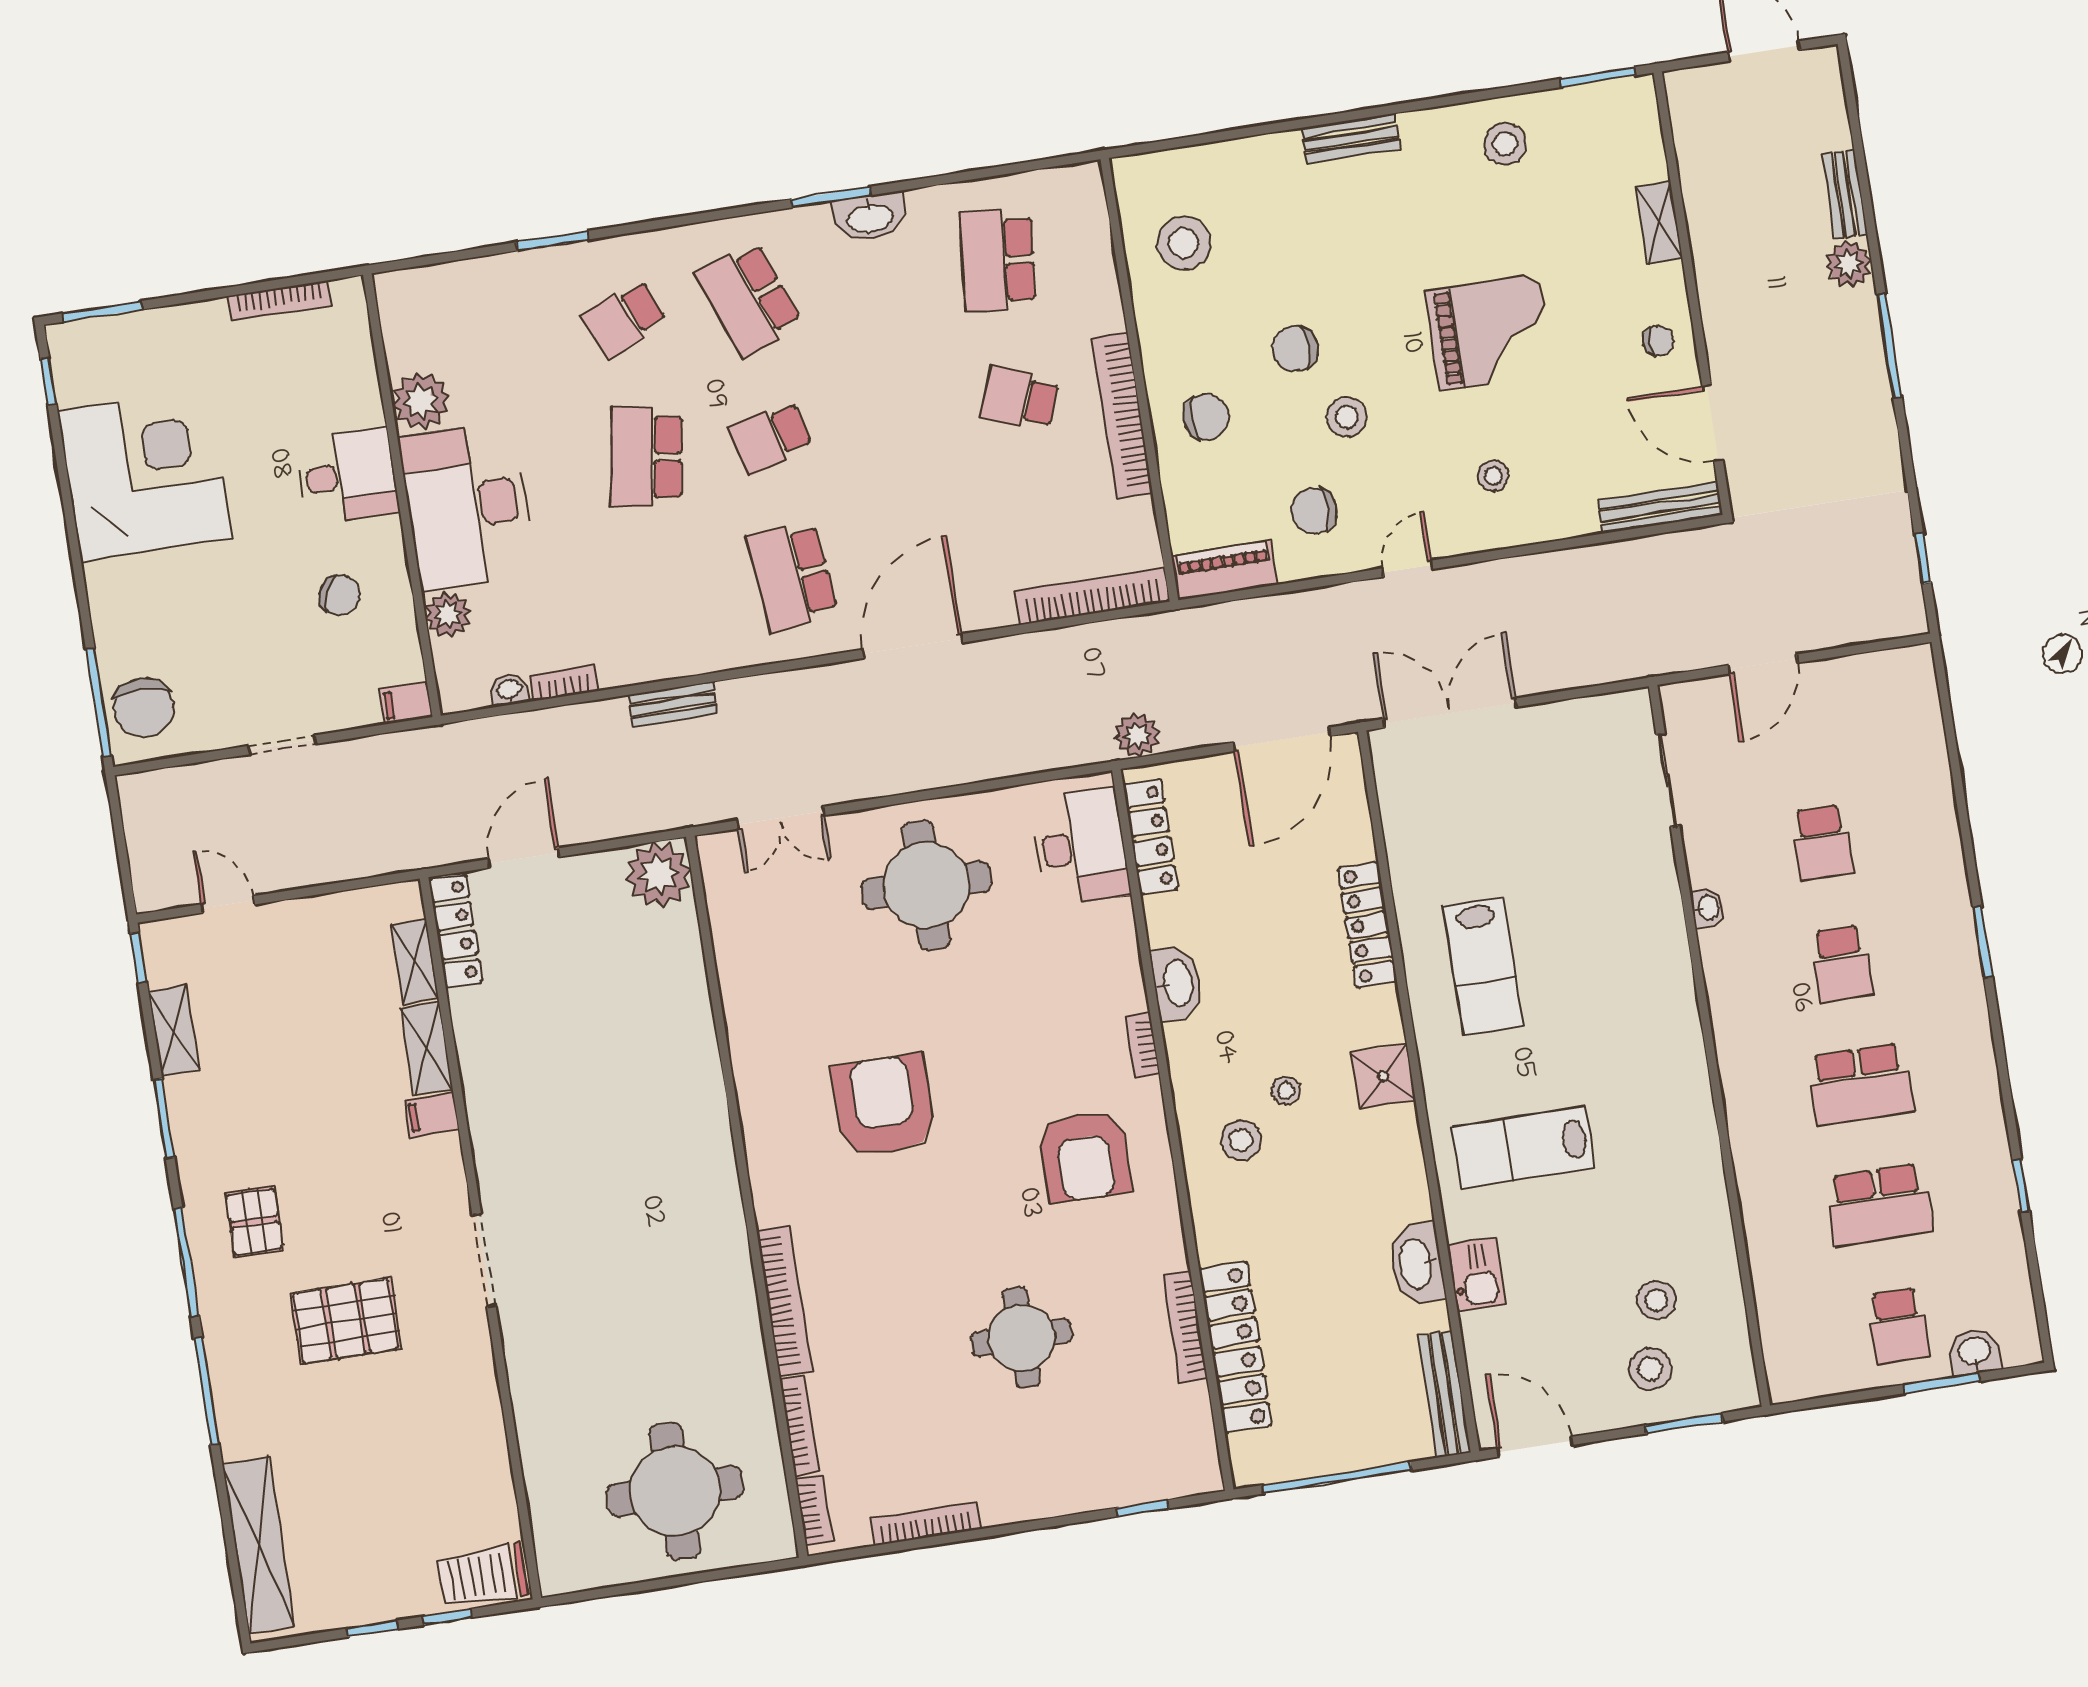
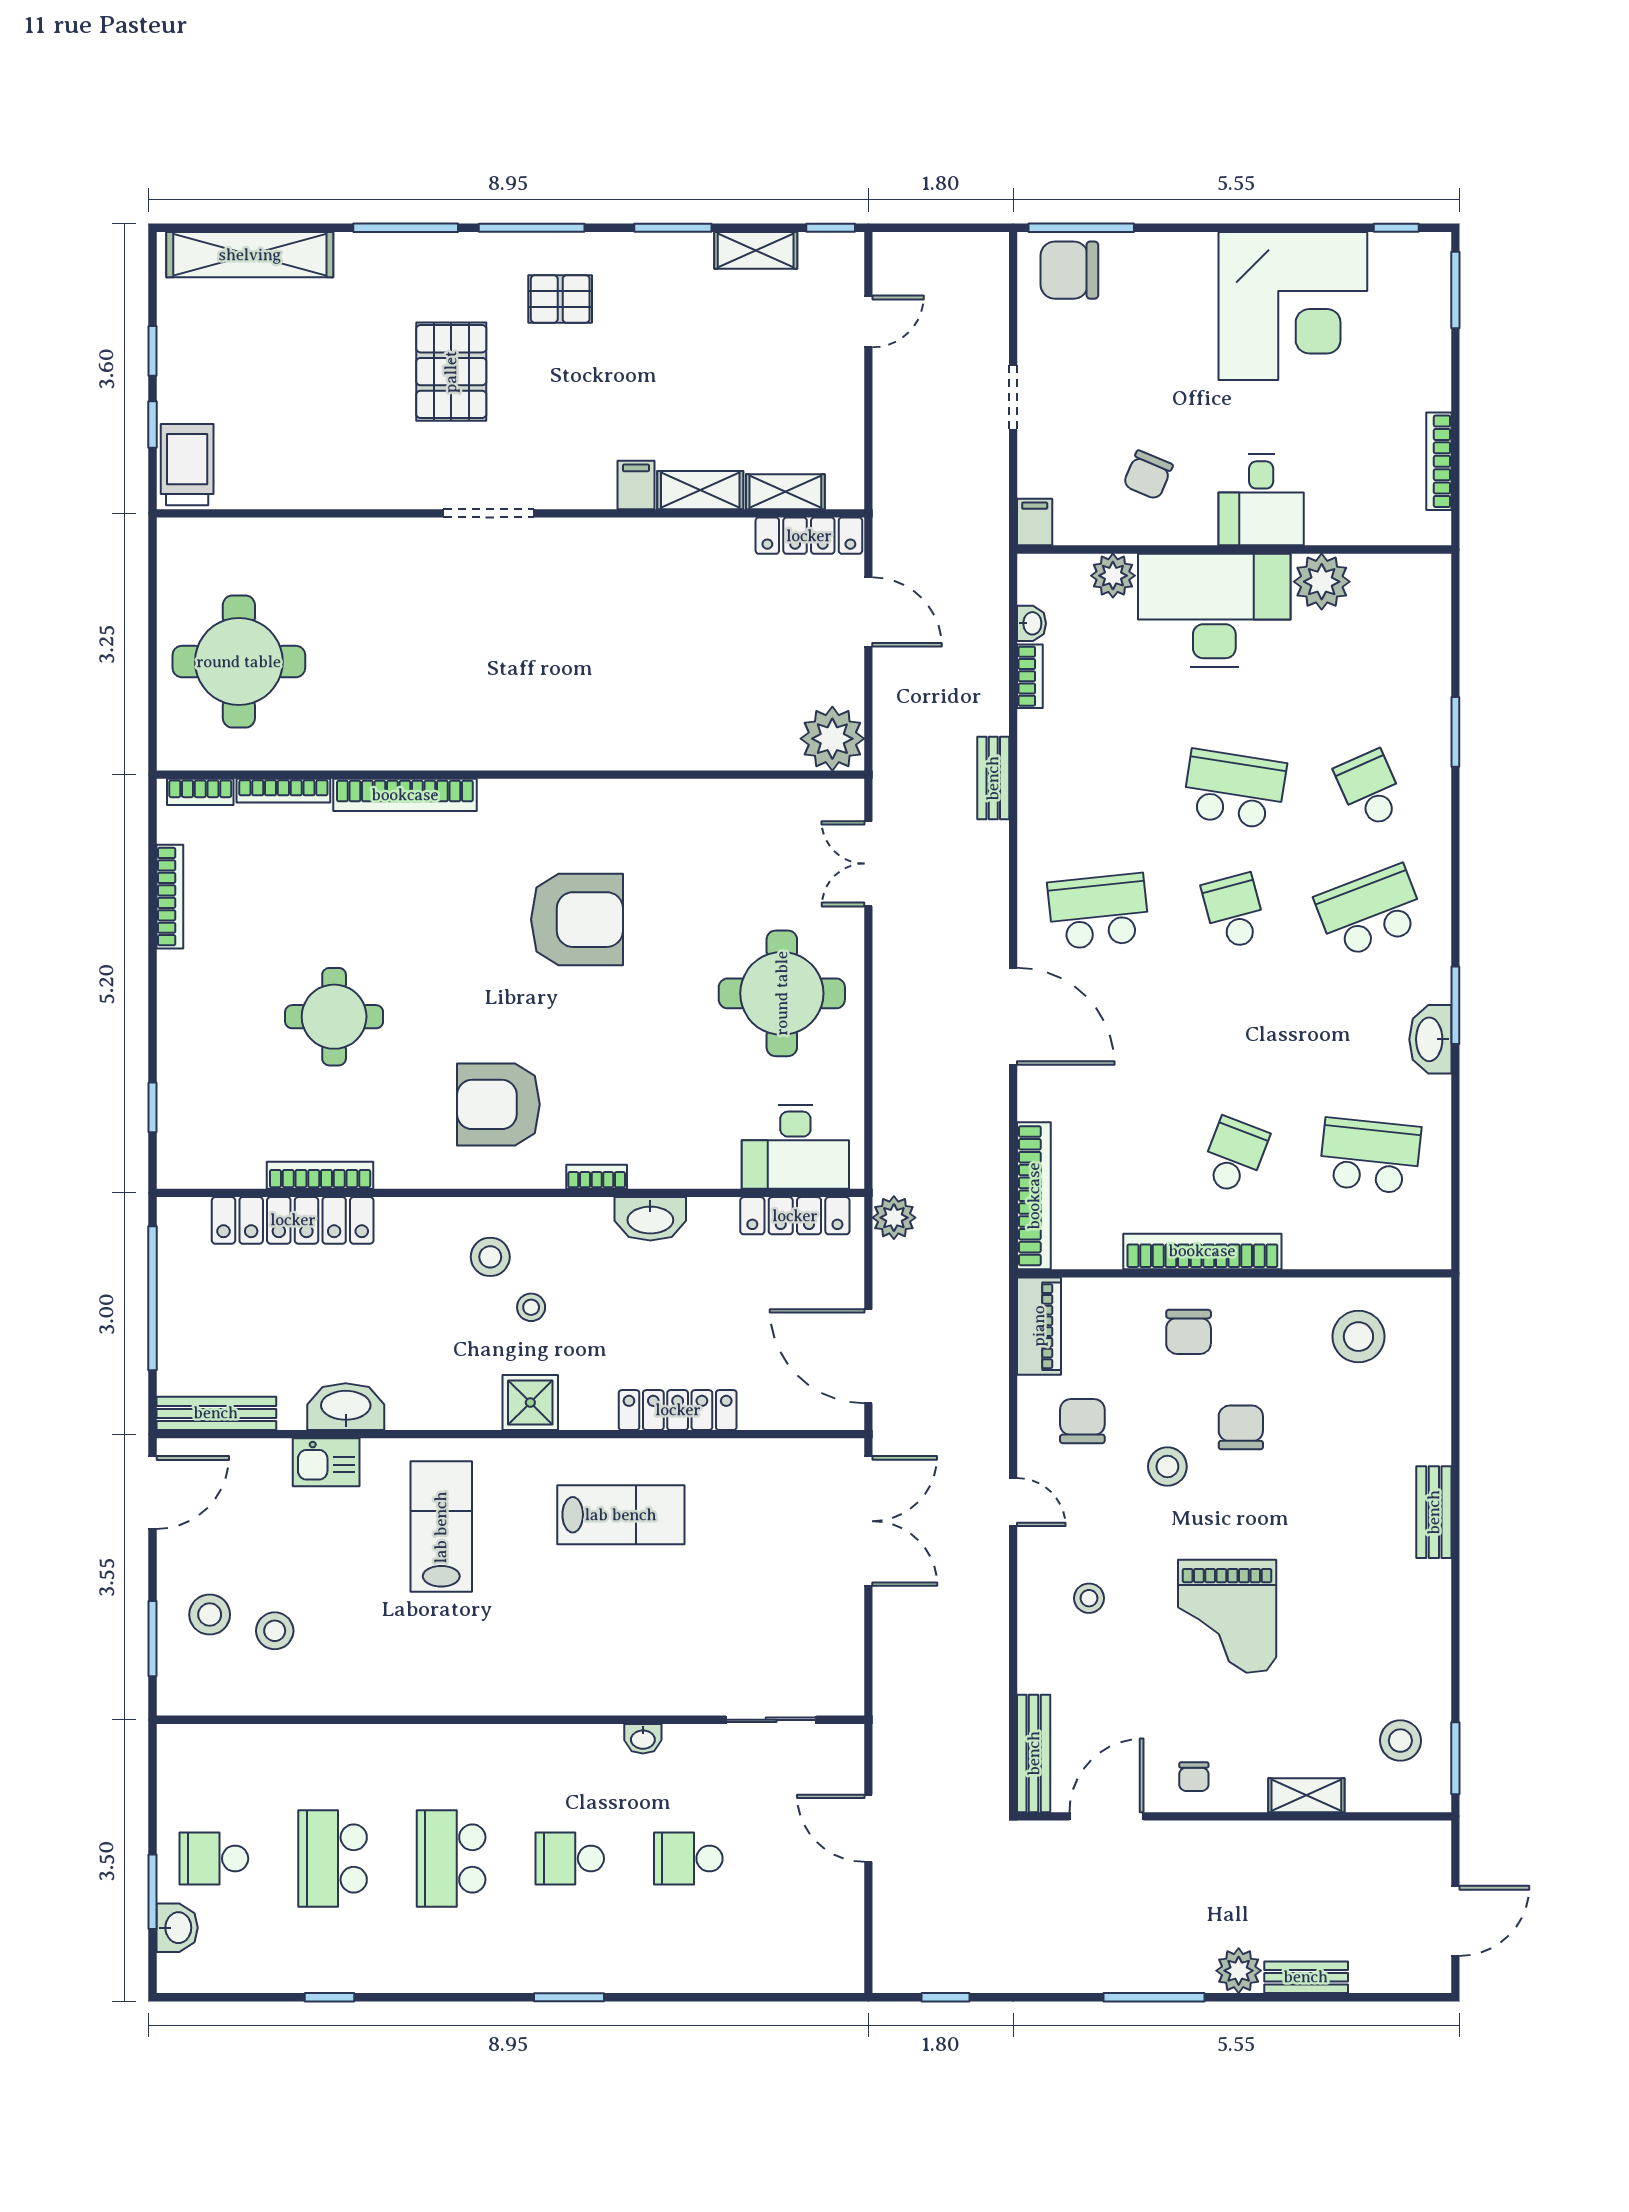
stool: (1505, 144) -> (1400, 1741), moved
lab bench: (1483, 966) -> (621, 1515), turned 180

